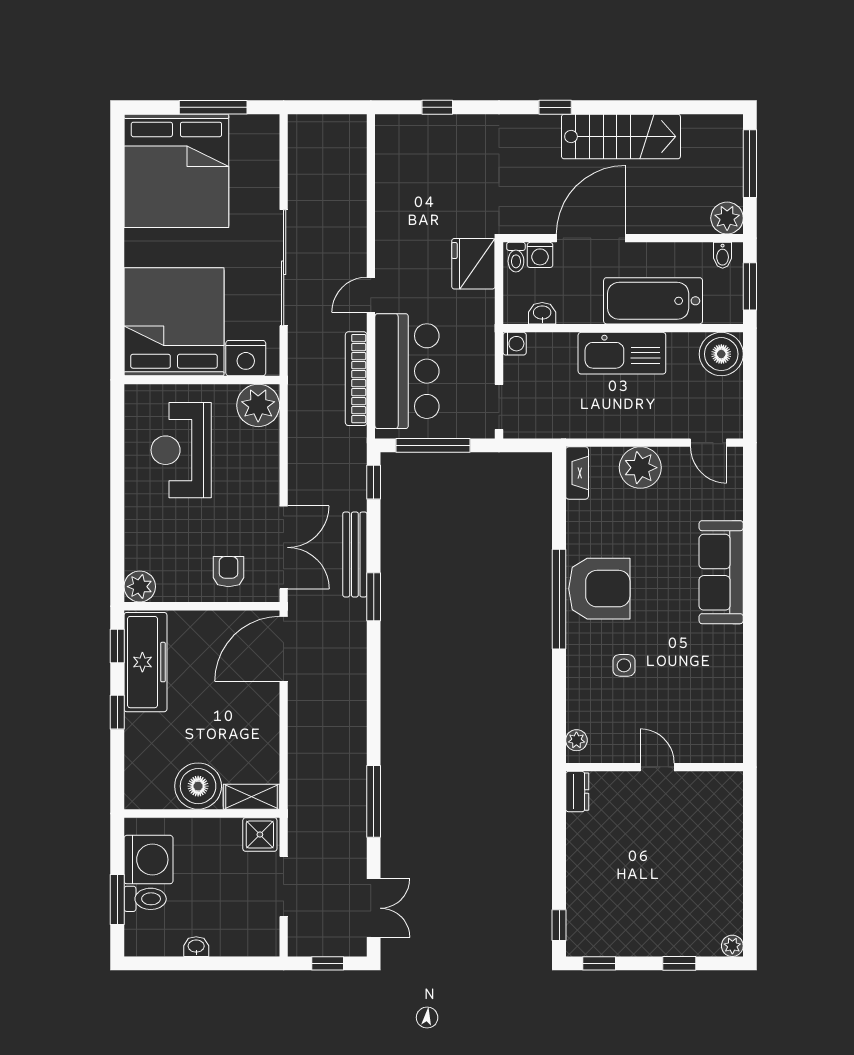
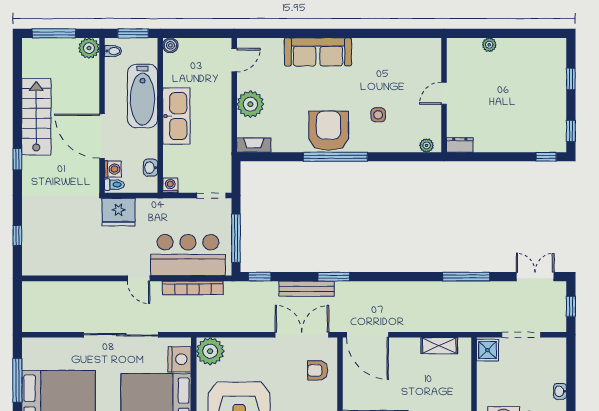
boiler: (721, 354) -> (170, 45), width x0.54, depth x0.54
boiler: (198, 786) -> (456, 390), removed
shelving: (252, 797) -> (439, 346), moved, turned 90
plant: (732, 946) -> (489, 45), moved

